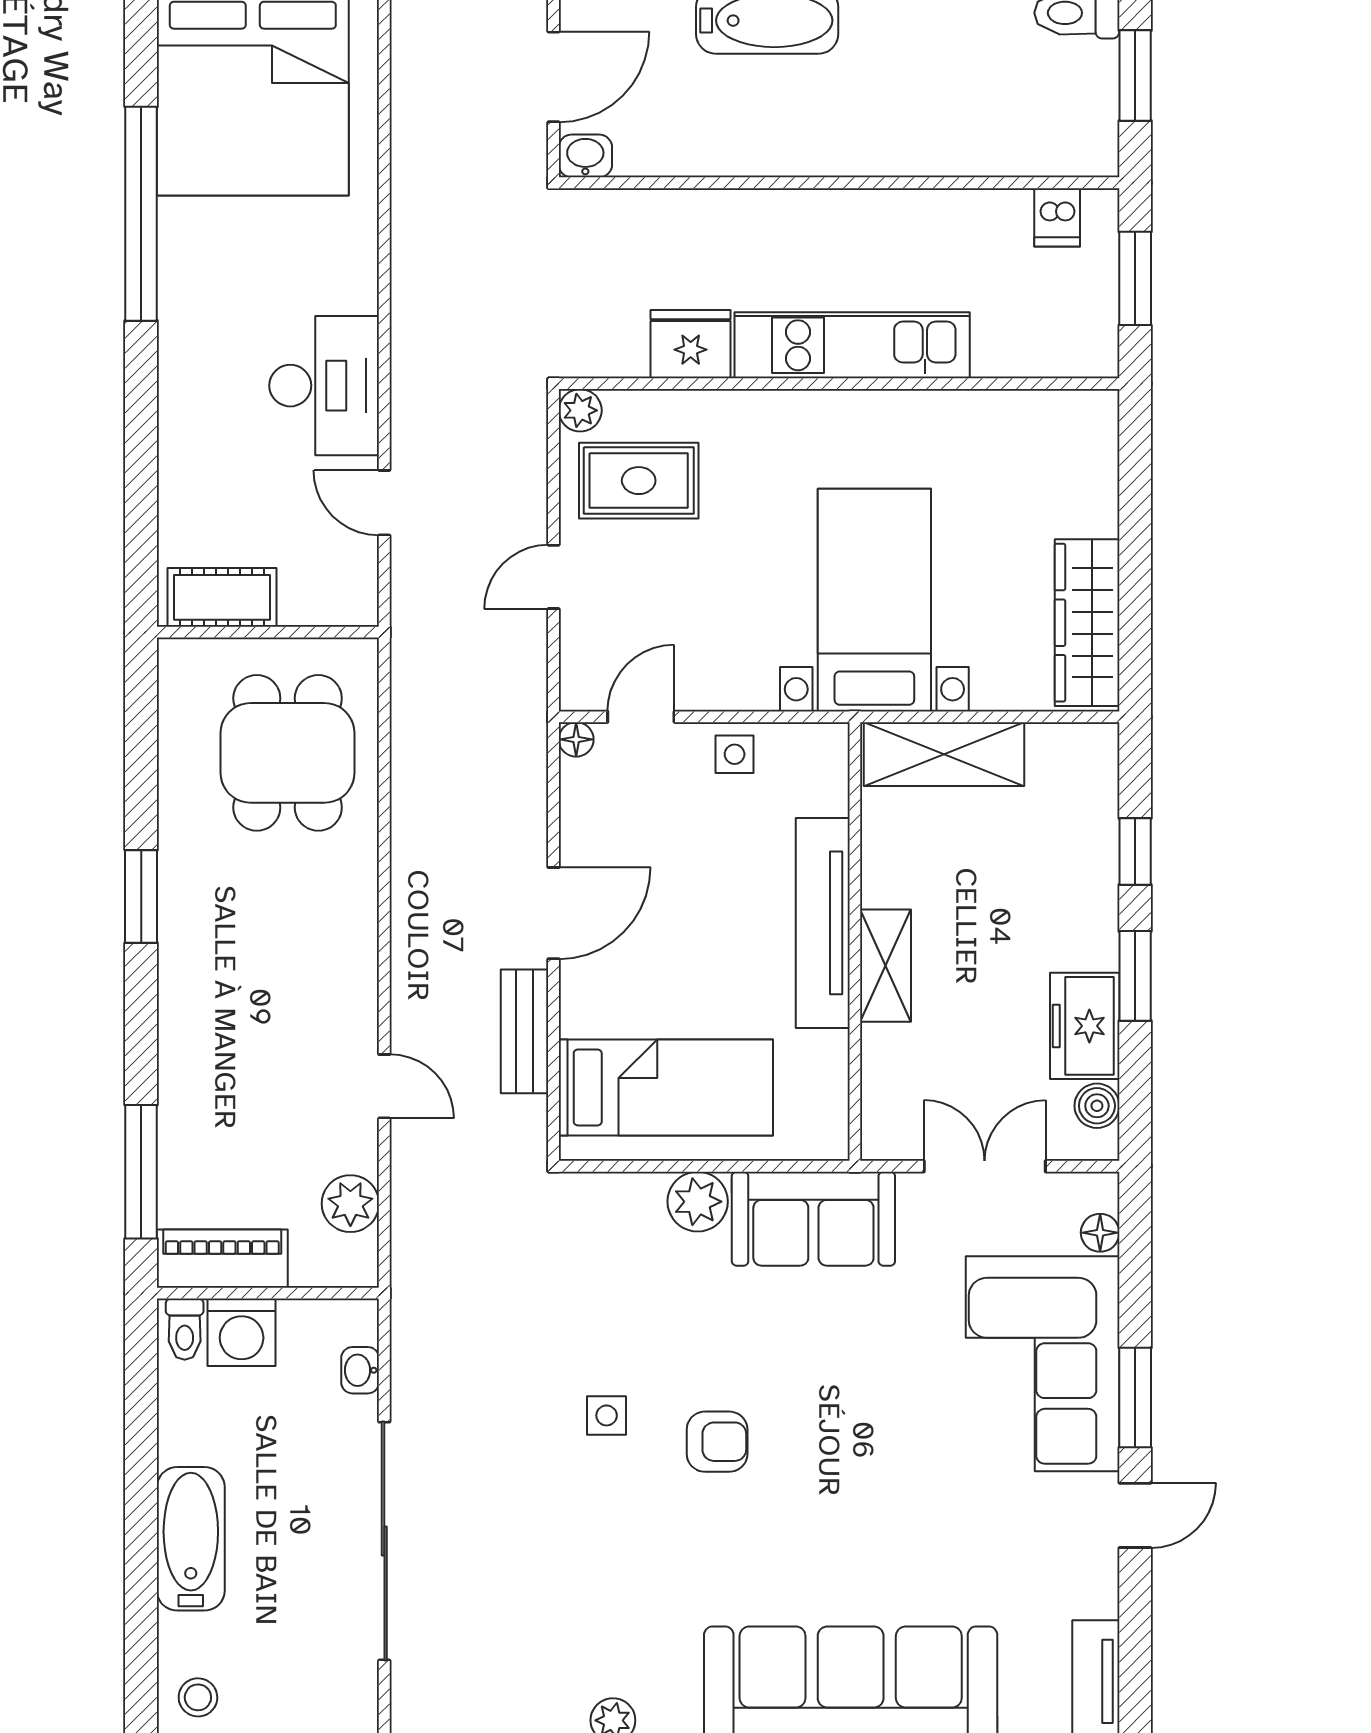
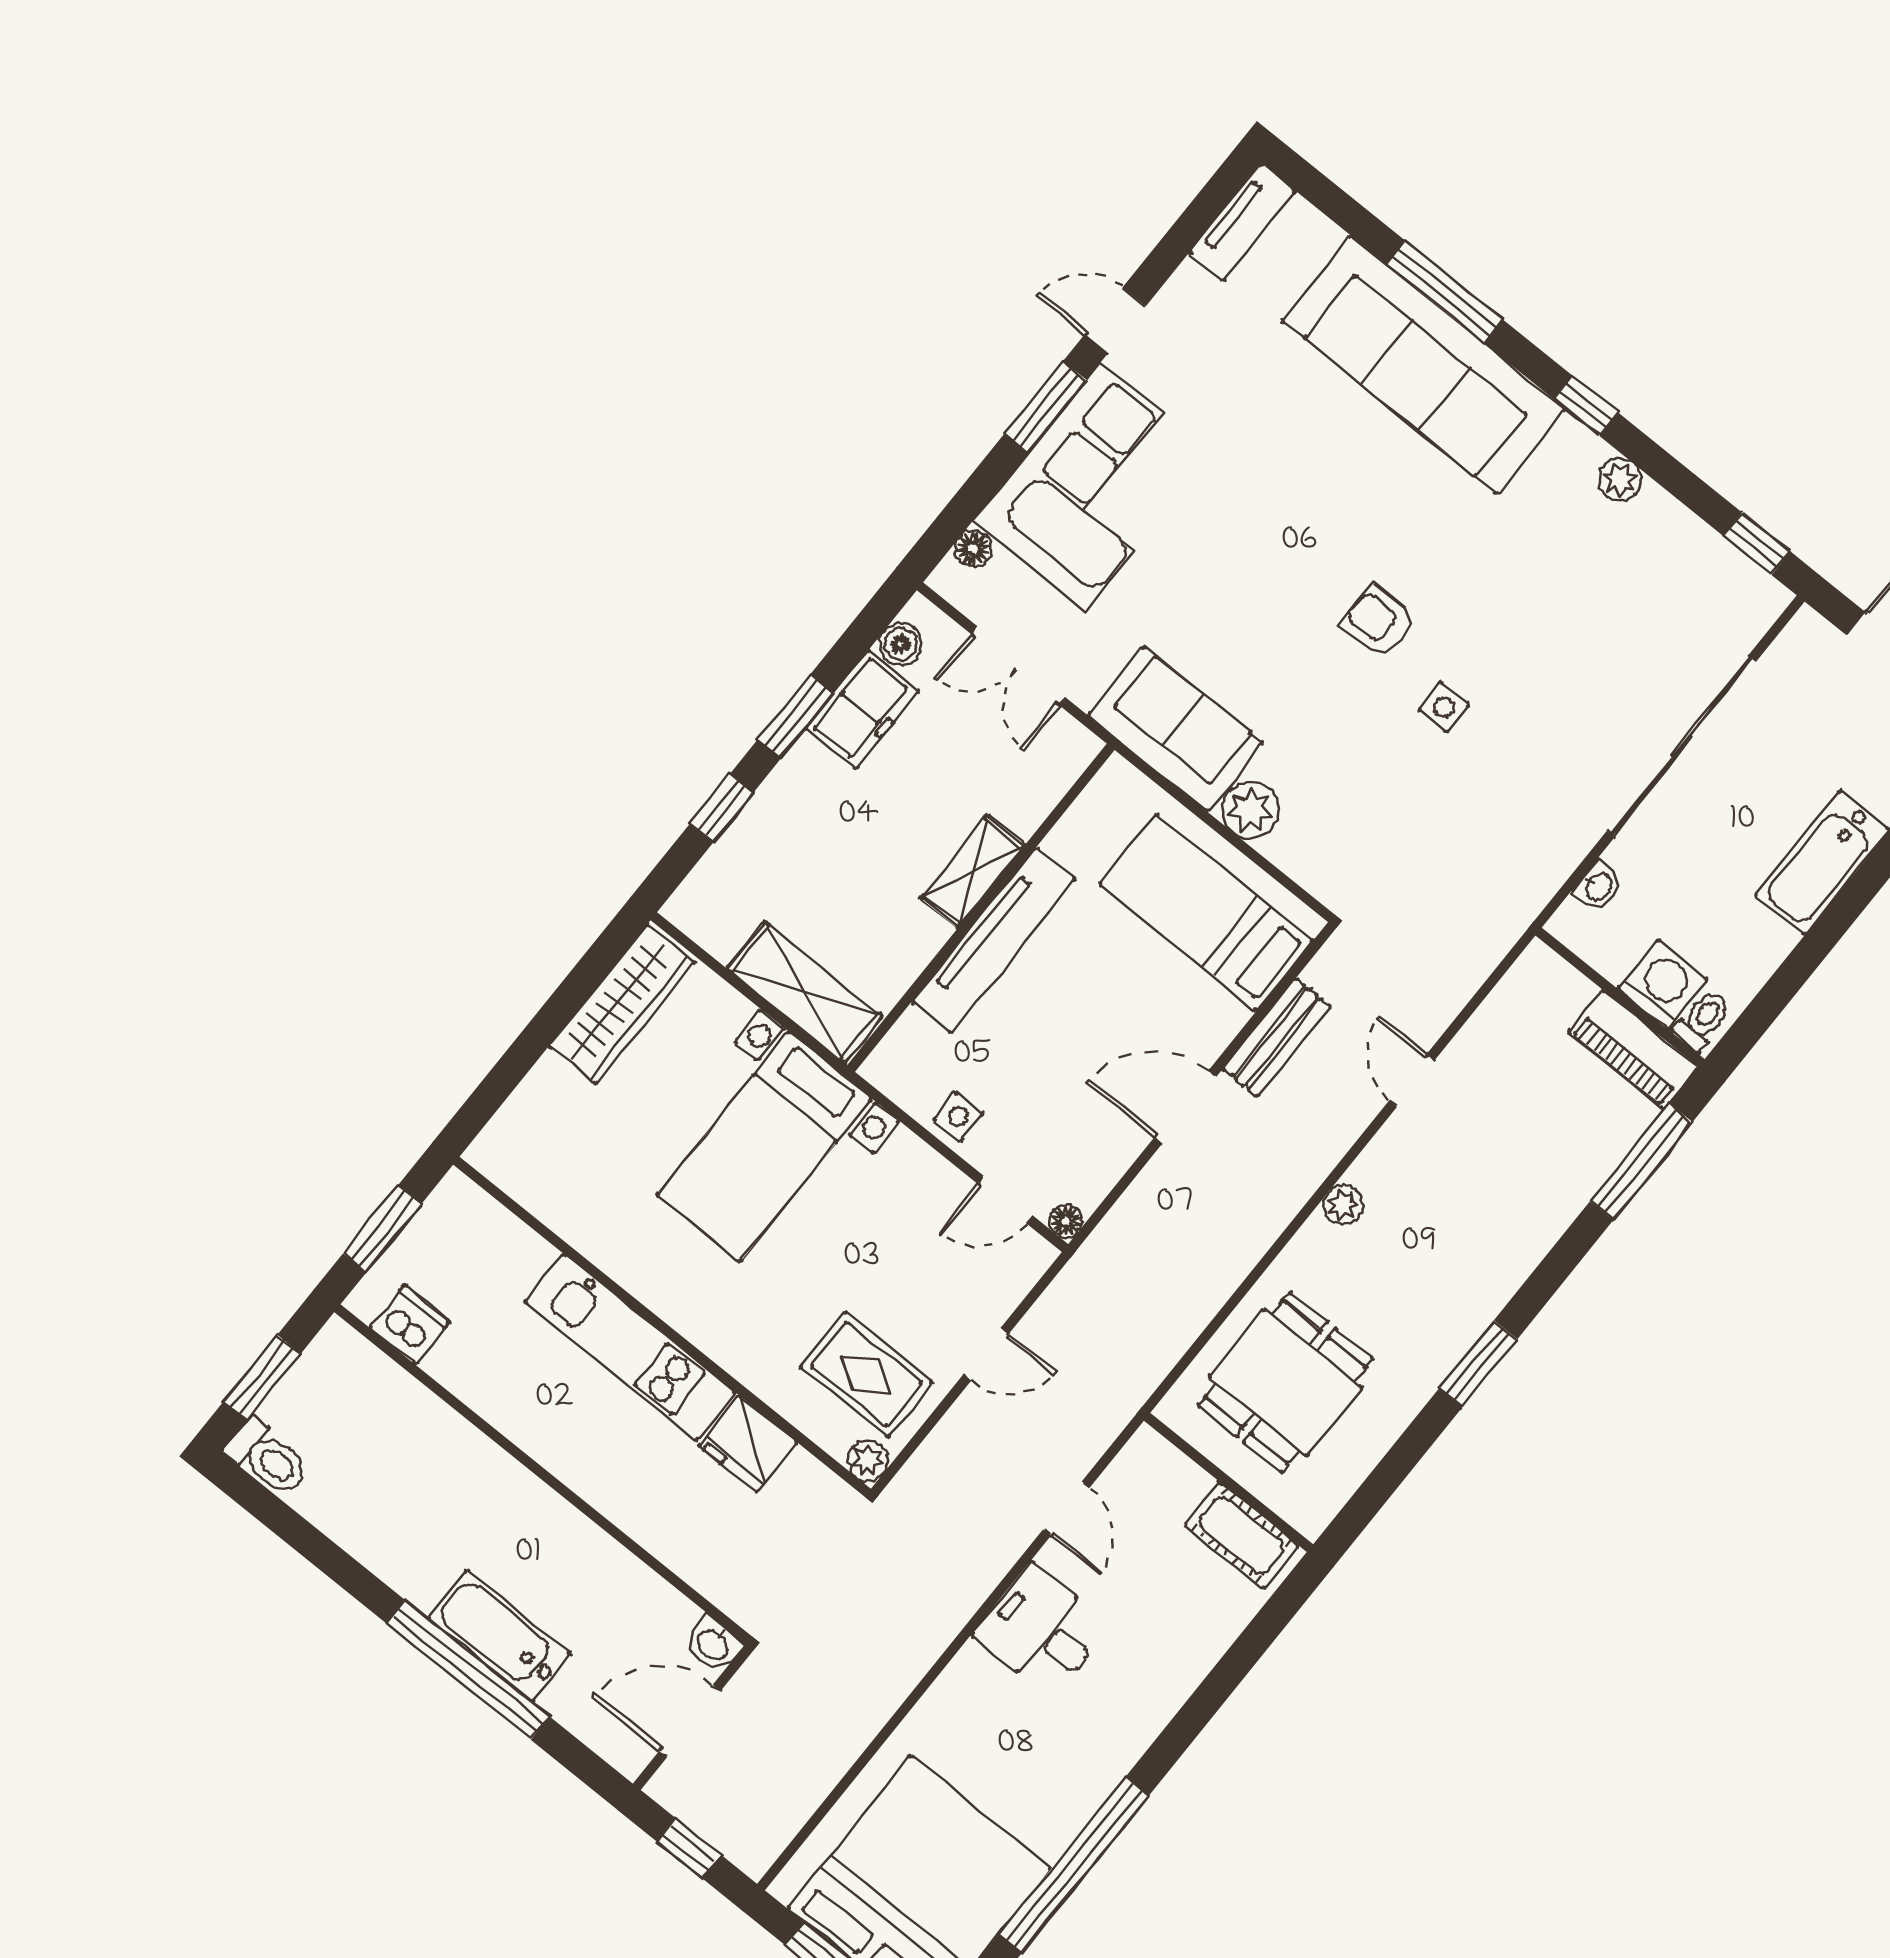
dishwasher: (1057, 217) -> (410, 1325), width x1.38
desk: (324, 386) -> (1041, 1630), width x0.73
plant: (350, 1204) -> (1343, 1205), moved, width x0.73, depth x0.73

